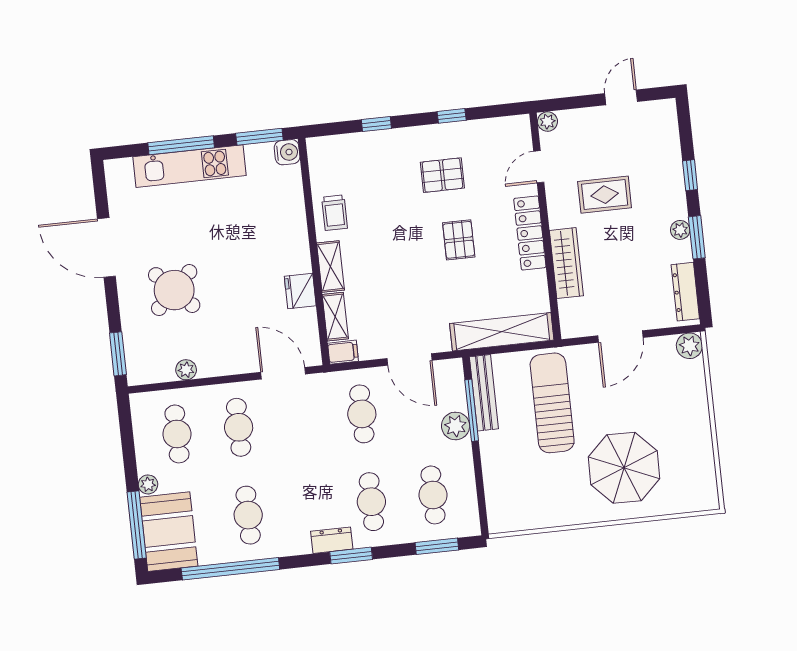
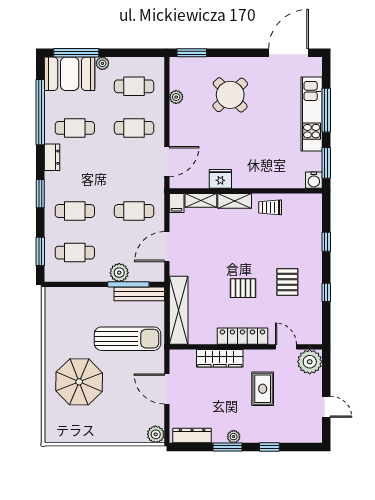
plant: (547, 122) -> (310, 362), width x1.87, depth x1.87
door: (106, 247) -> (289, 53), moved
dresser: (332, 540) -> (52, 157), moved

